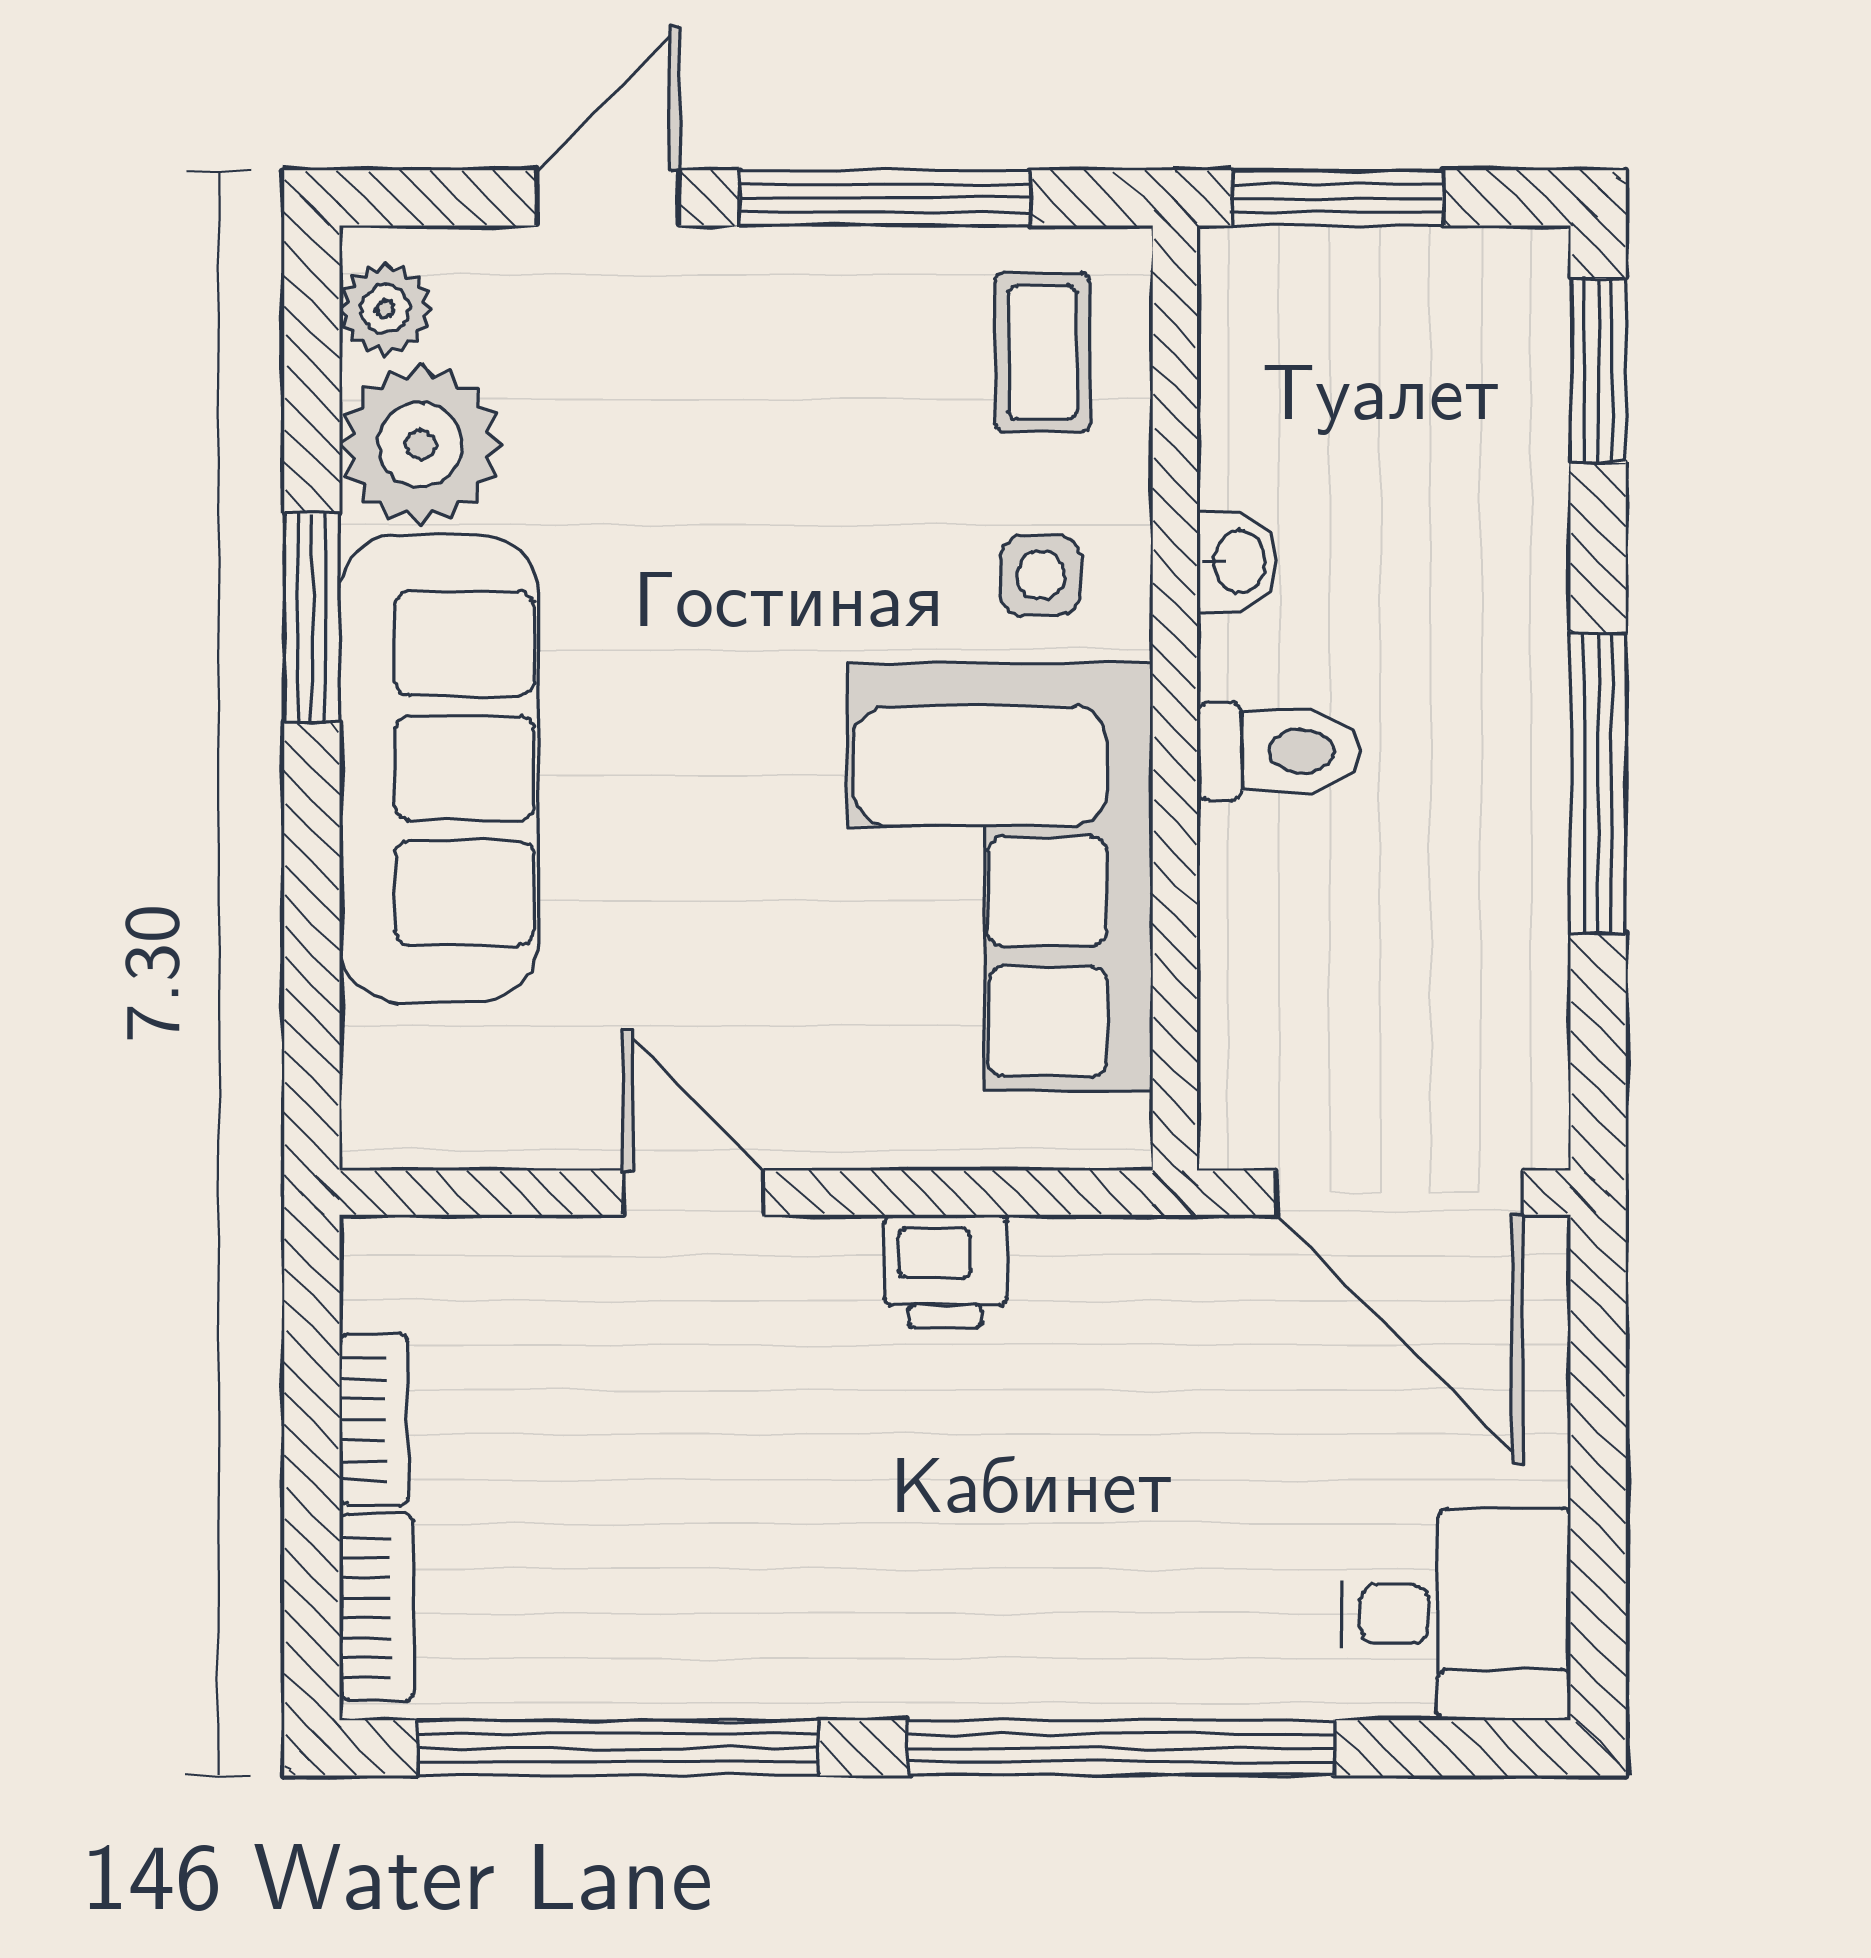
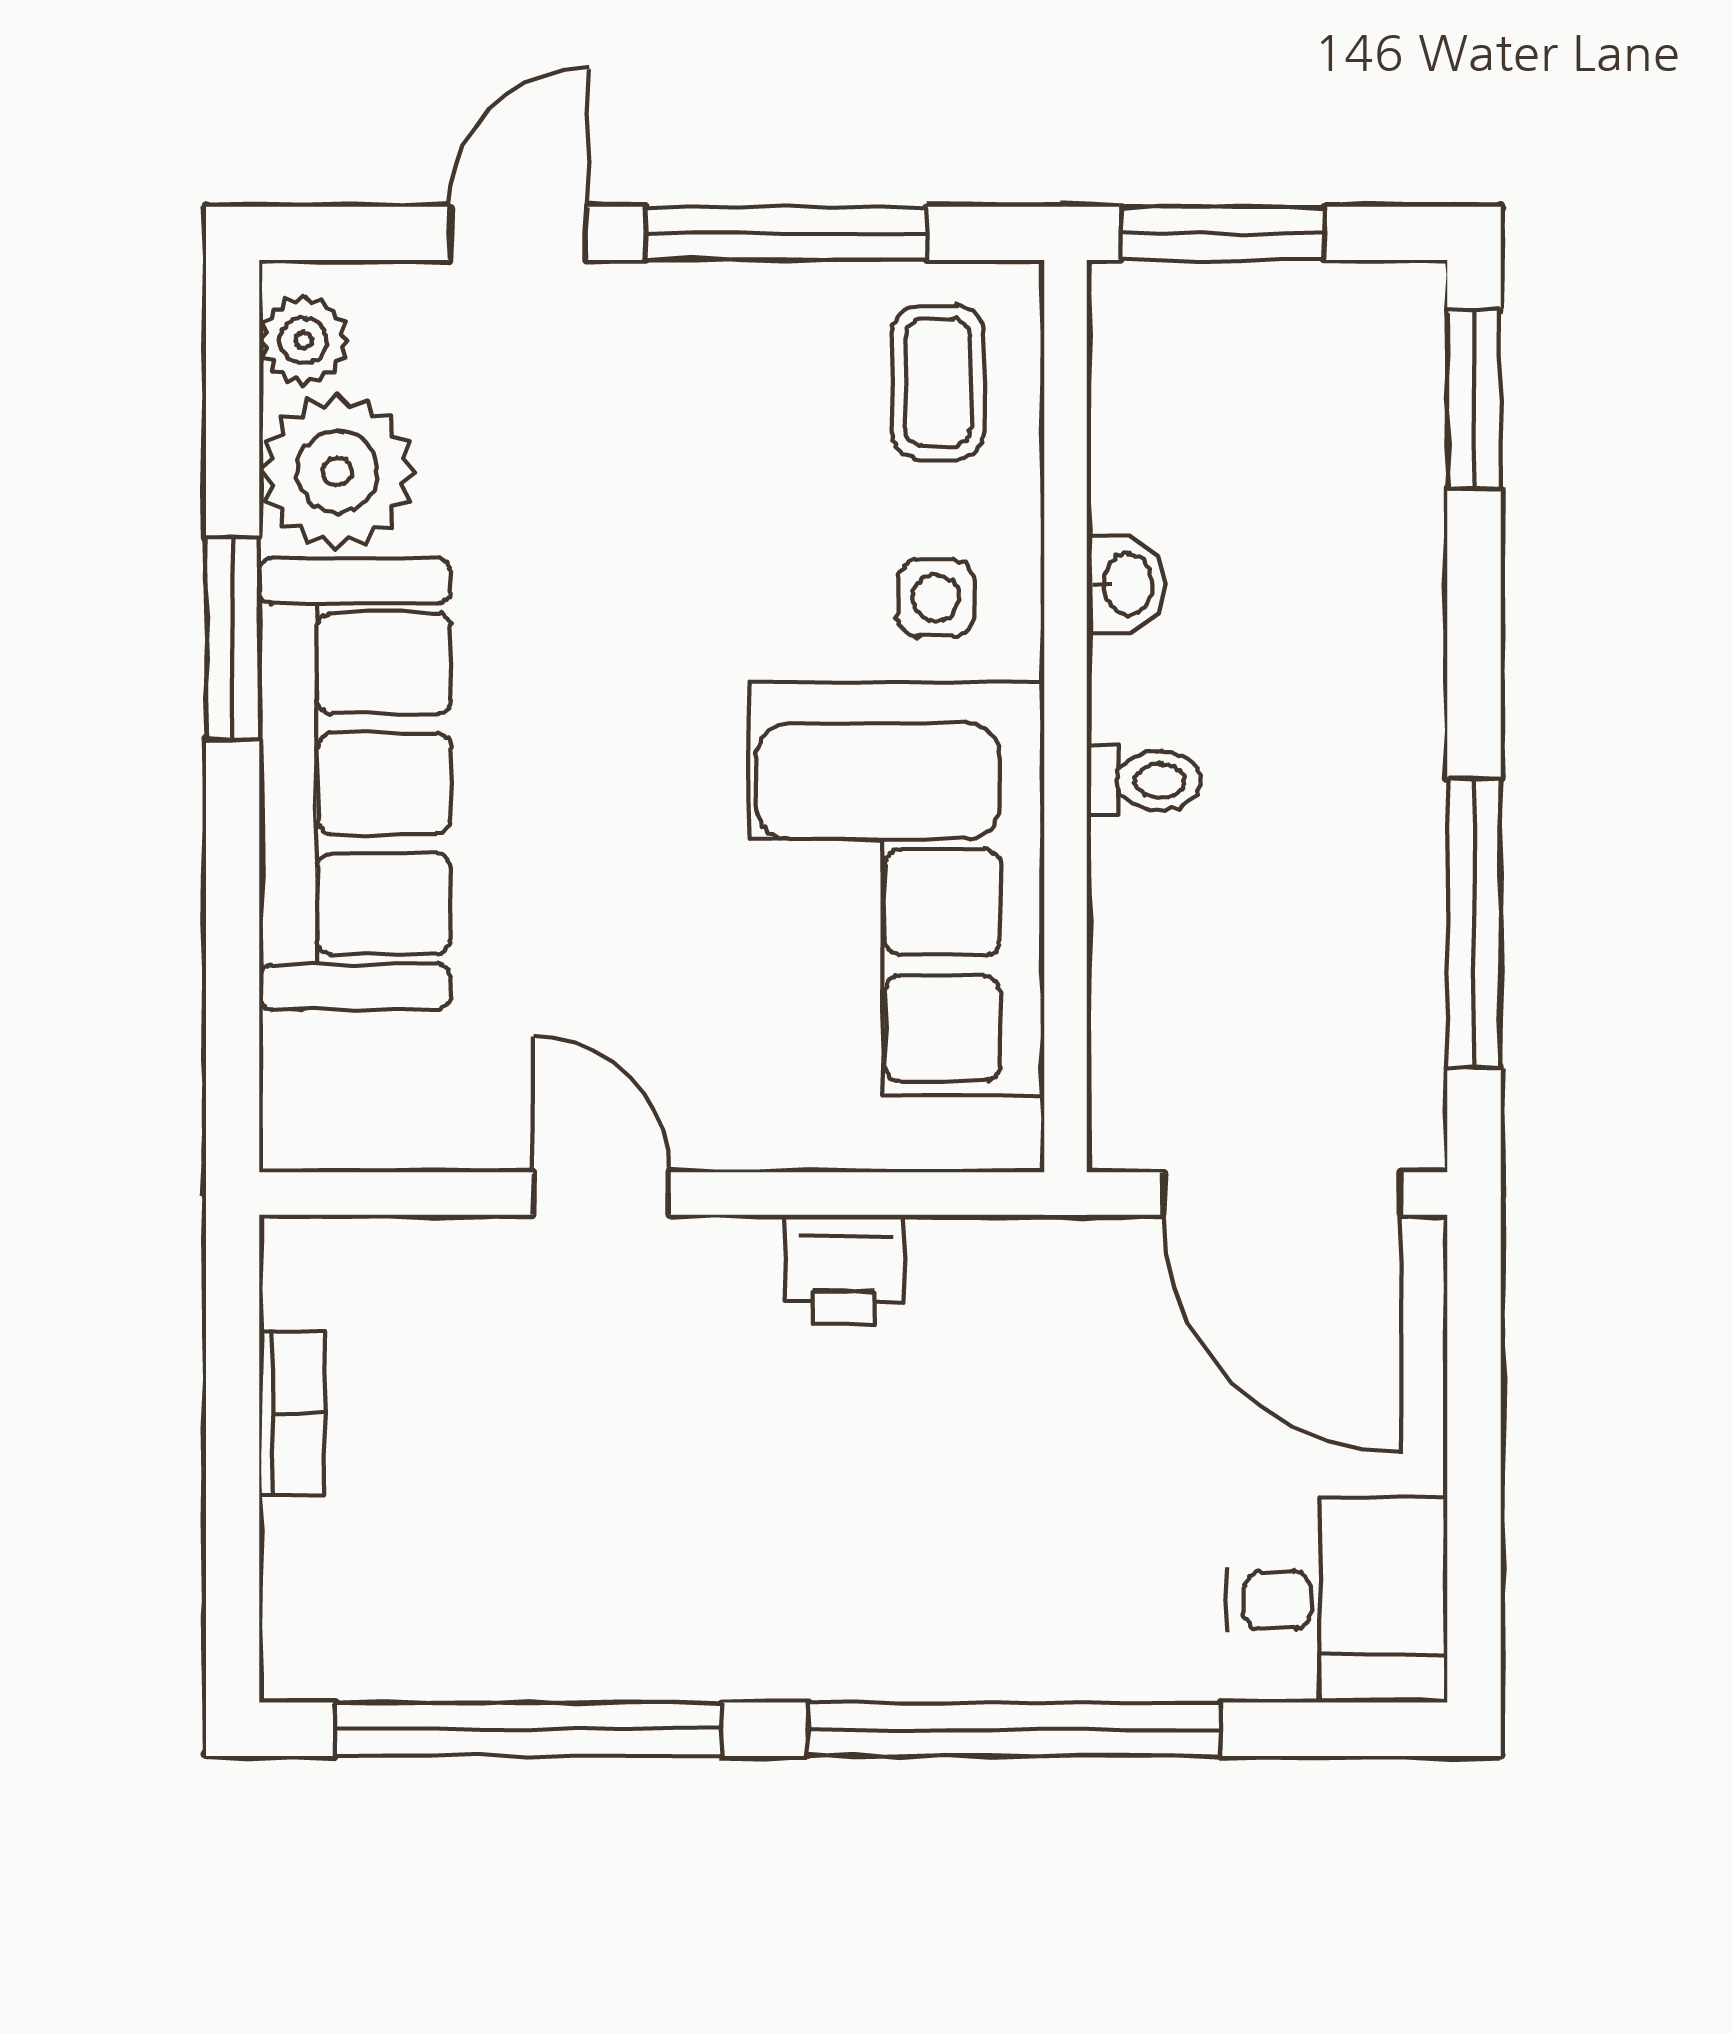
toilet: (1278, 751) -> (1144, 780), width x0.73, depth x0.72
window: (1598, 783) -> (1474, 923), moved
bookcase: (377, 1608) -> (295, 1594), removed

